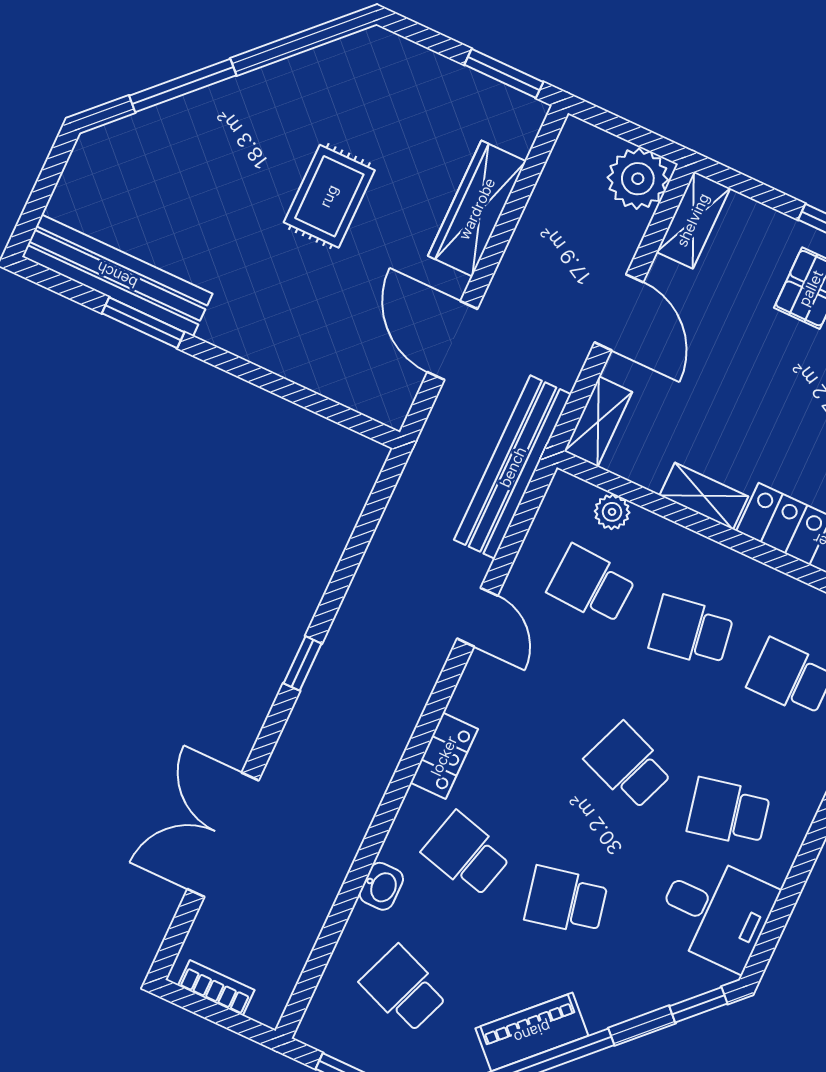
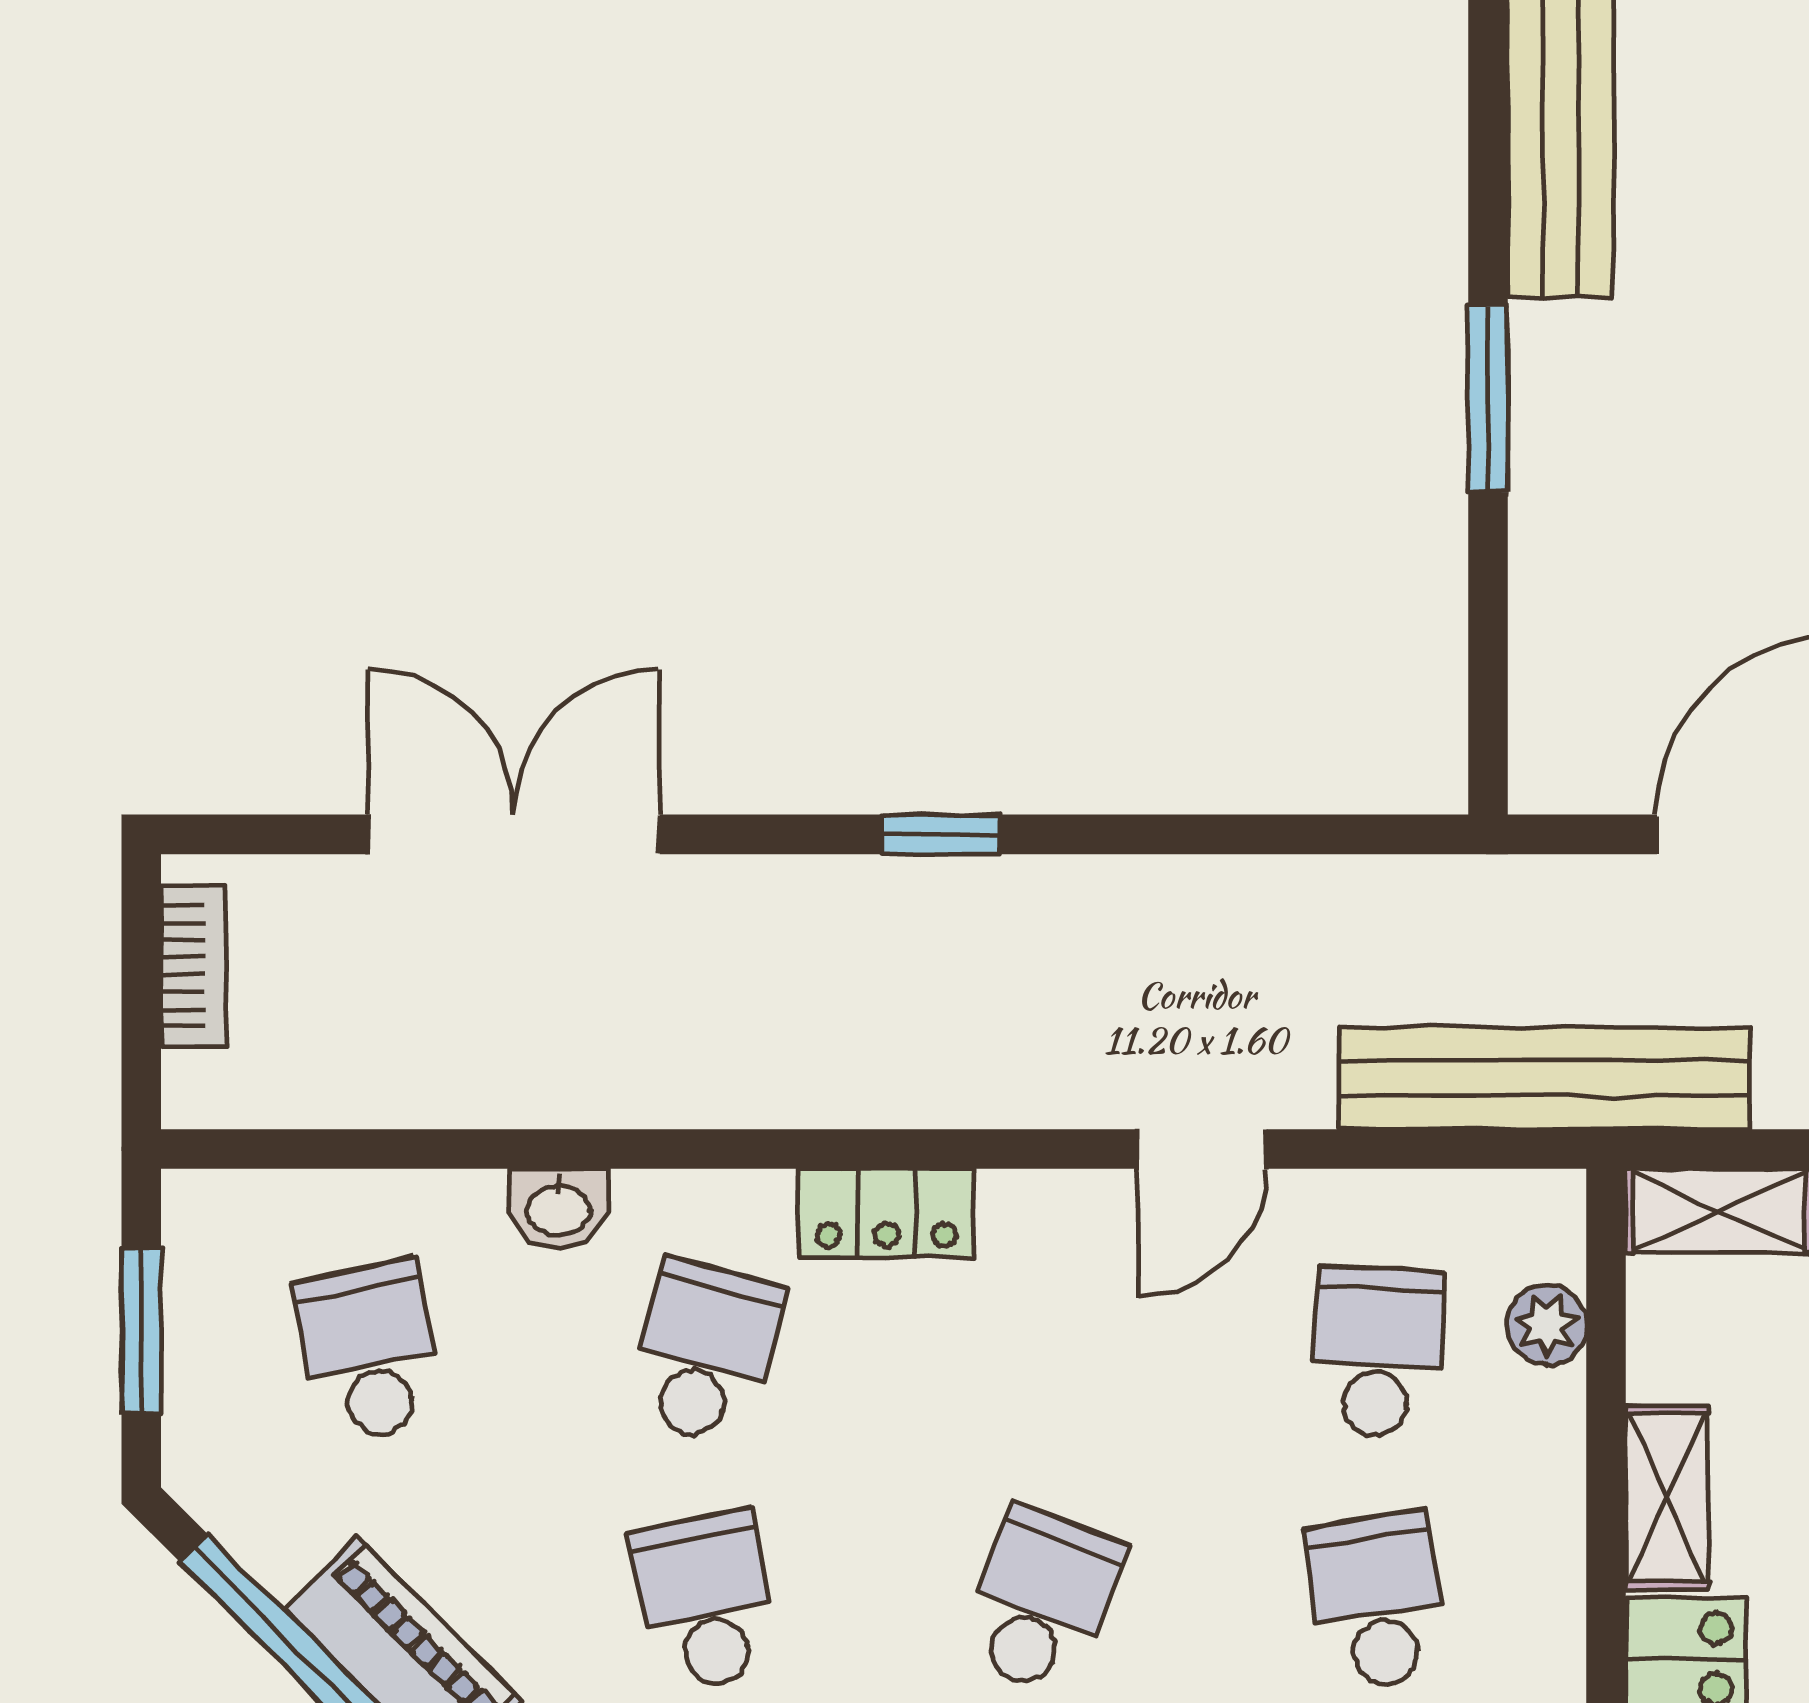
window: (143, 323) -> (1488, 398), moved
school desk: (404, 989) -> (370, 1352), turned -33

